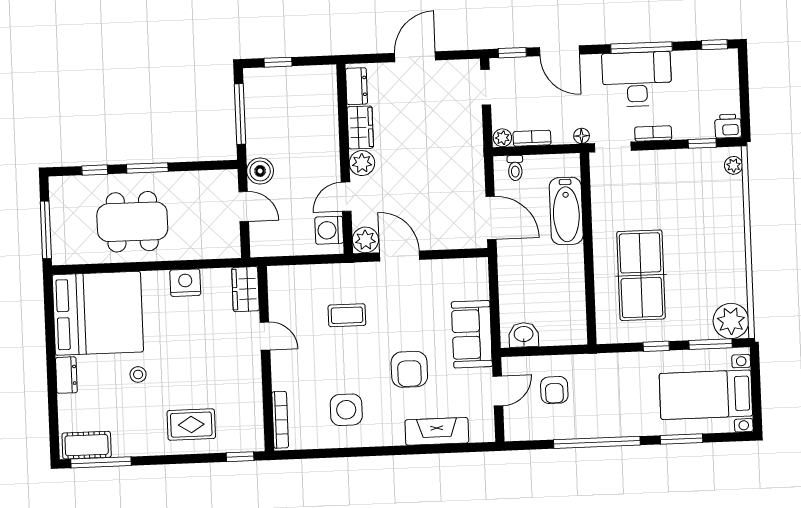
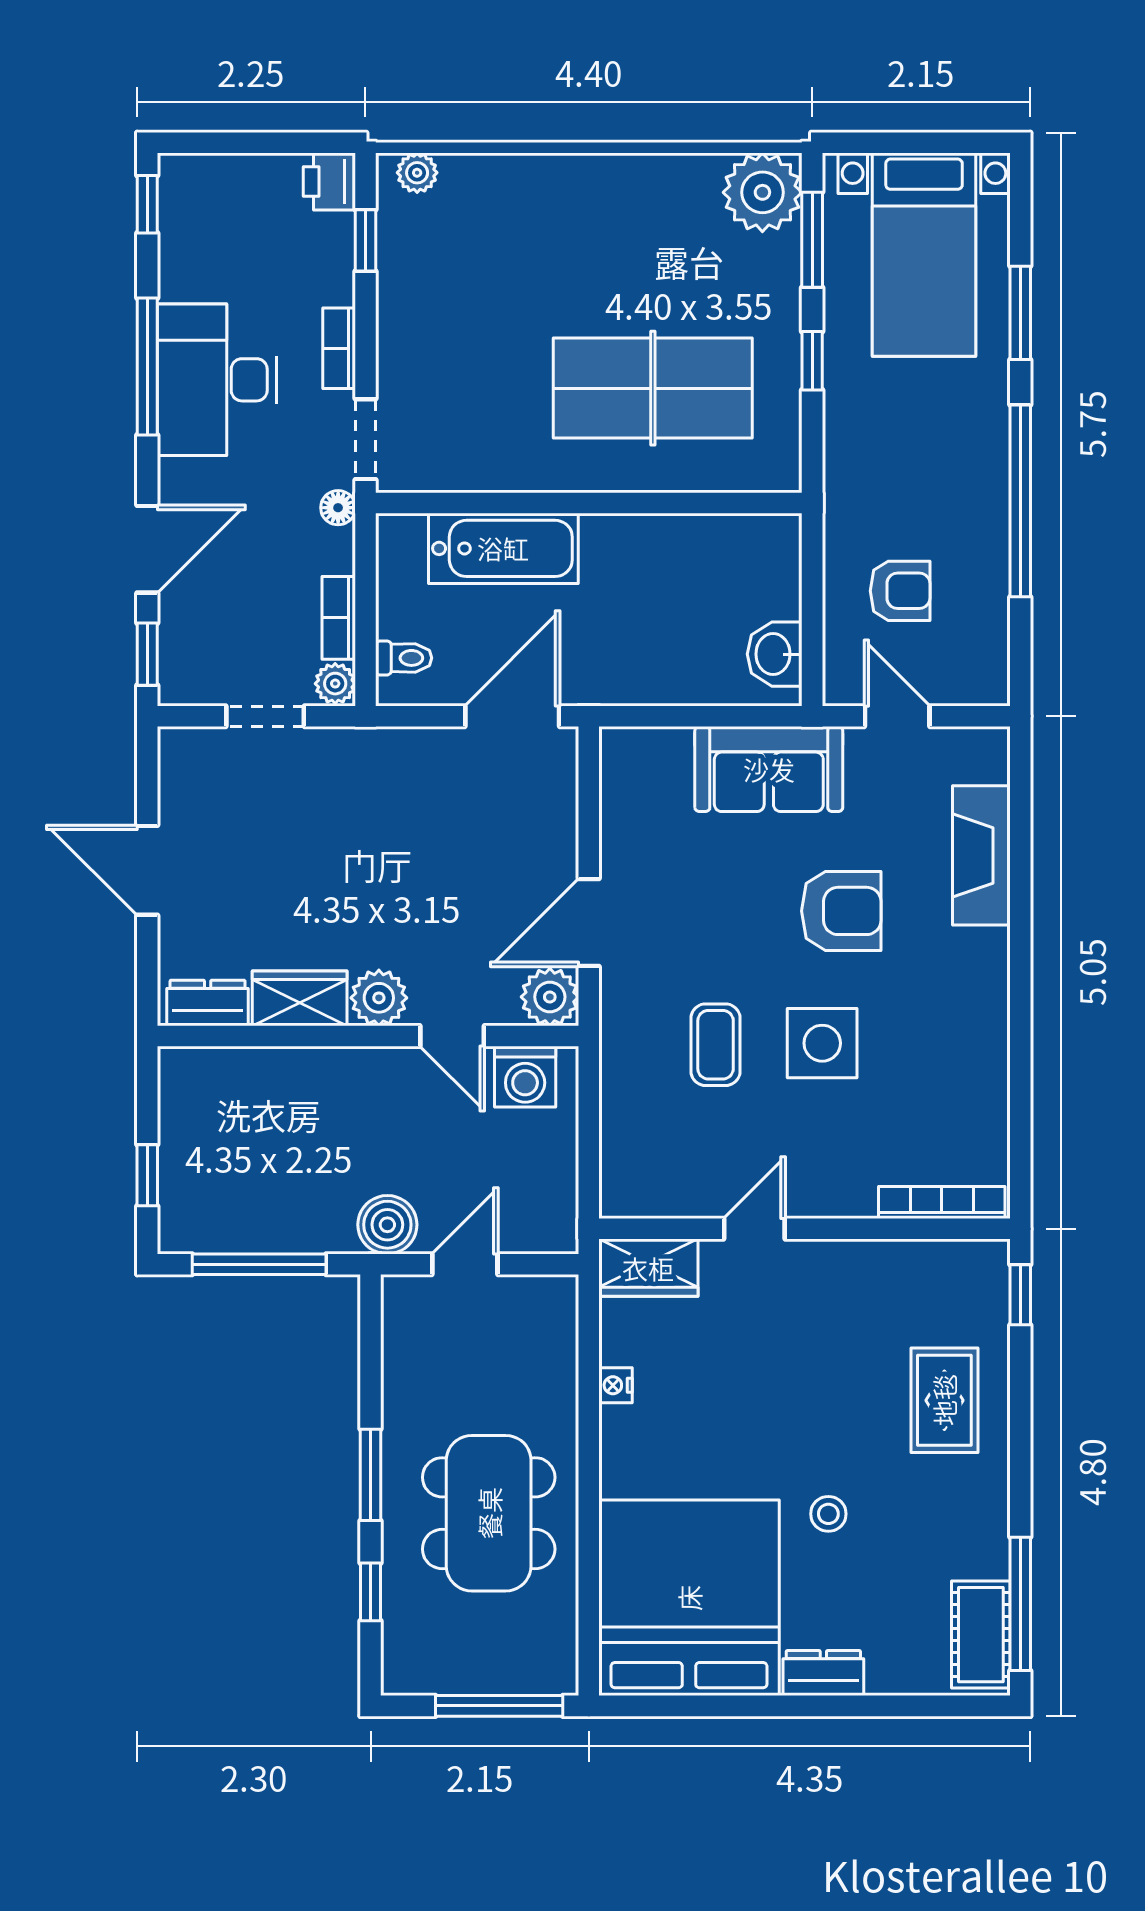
doorway: (486, 87) -> (265, 716), moved
nightstand: (185, 283) -> (616, 1385), width x0.53, depth x0.56
side table: (346, 410) -> (822, 1043), moved

